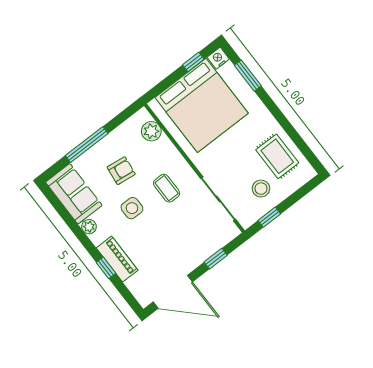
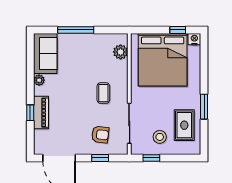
window: (248, 76) -> (204, 107), moved
armchair: (121, 171) -> (100, 135), moved
side table: (132, 208) -> (73, 89), removed

